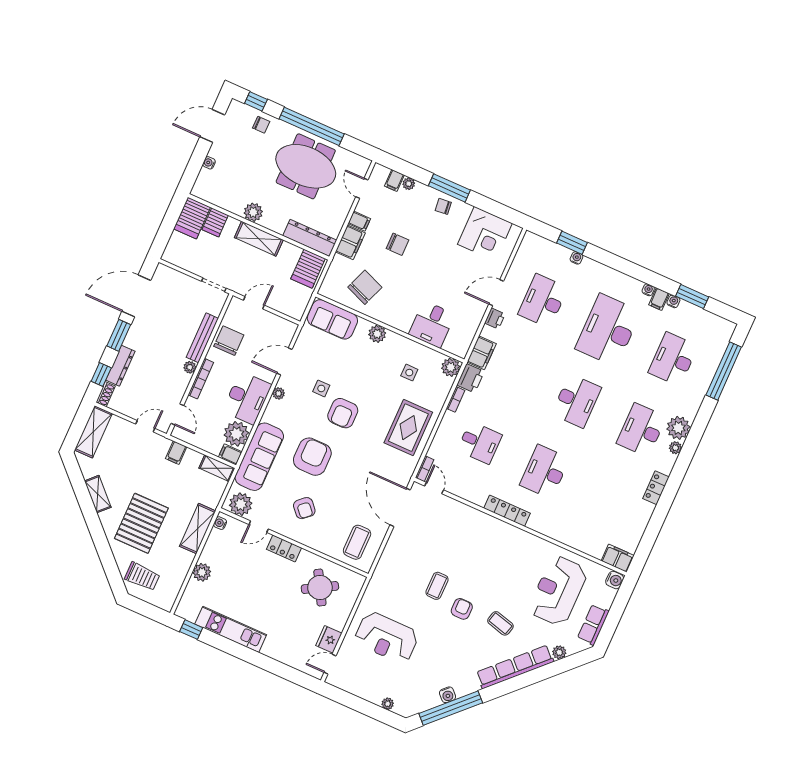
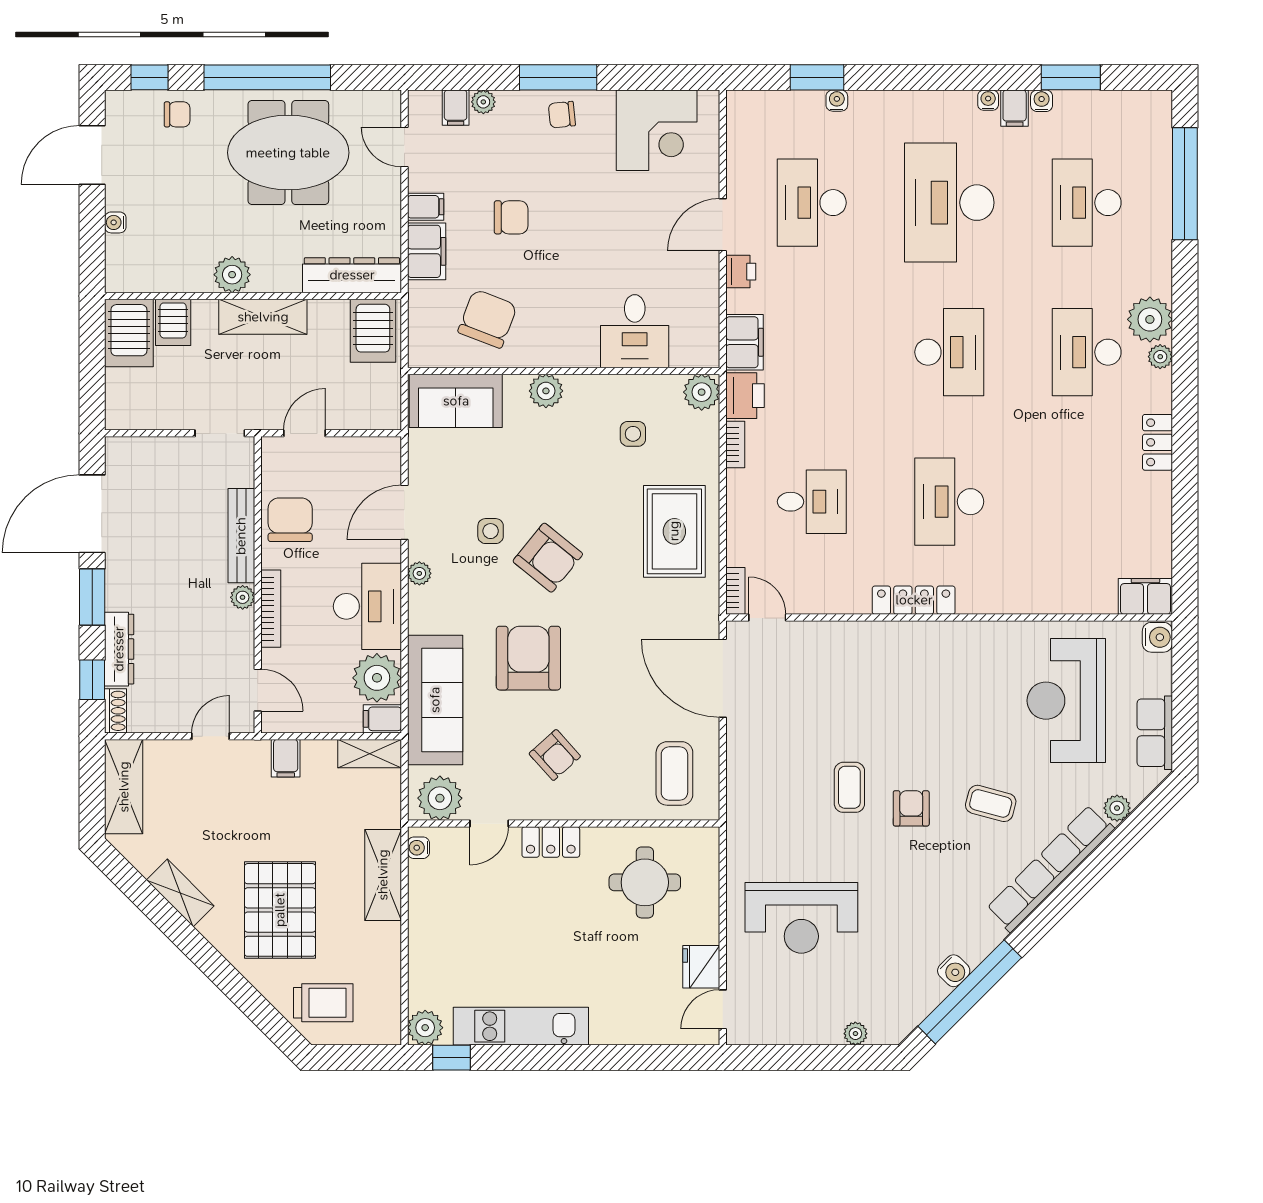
armchair: (343, 413) -> (548, 558), turned -51
plant: (202, 572) -> (425, 1028), moved
round table: (320, 588) -> (645, 882), turned 30

